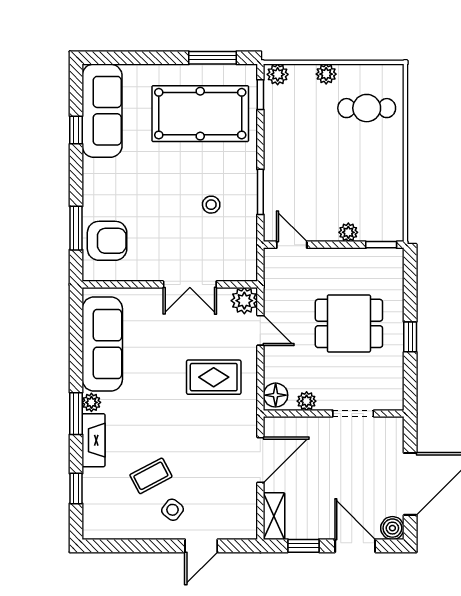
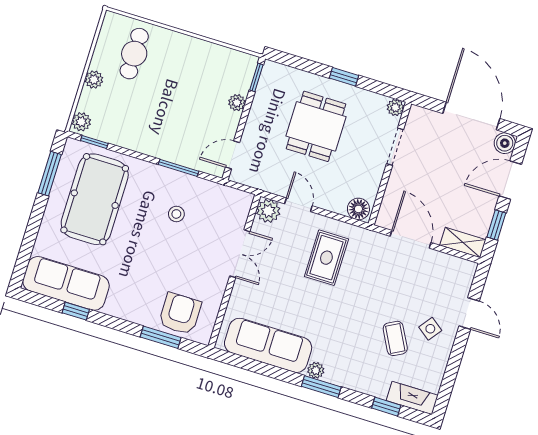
door: (260, 330) -> (298, 205), hinge flipped
plant: (307, 401) -> (395, 108), moved
fireplace: (94, 440) -> (412, 398), moved

